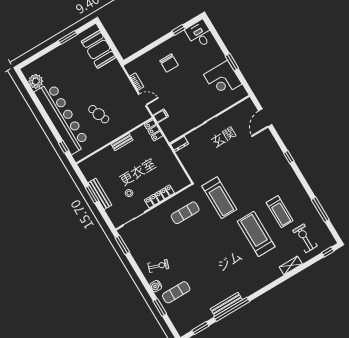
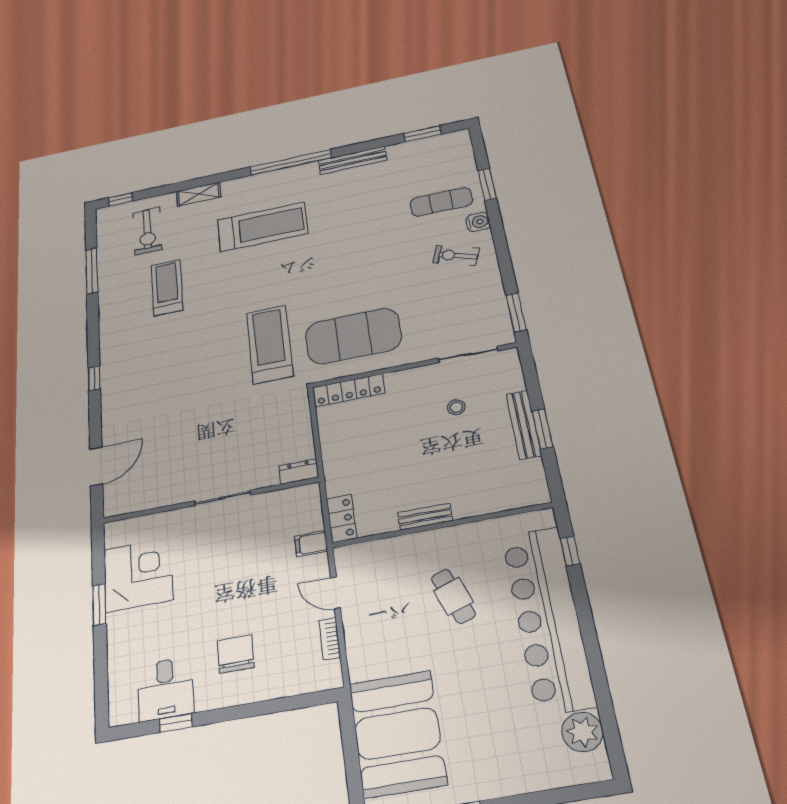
desk: (199, 34) -> (165, 689), moved
booth: (99, 49) -> (397, 734), width x1.36, depth x1.42
locker: (159, 197) -> (349, 390), moved
exercise mat: (185, 213) -> (353, 336), width x2.00, depth x1.45
treadmill: (256, 234) -> (263, 227), moved, turned -90
window: (232, 309) -> (291, 162), moved

